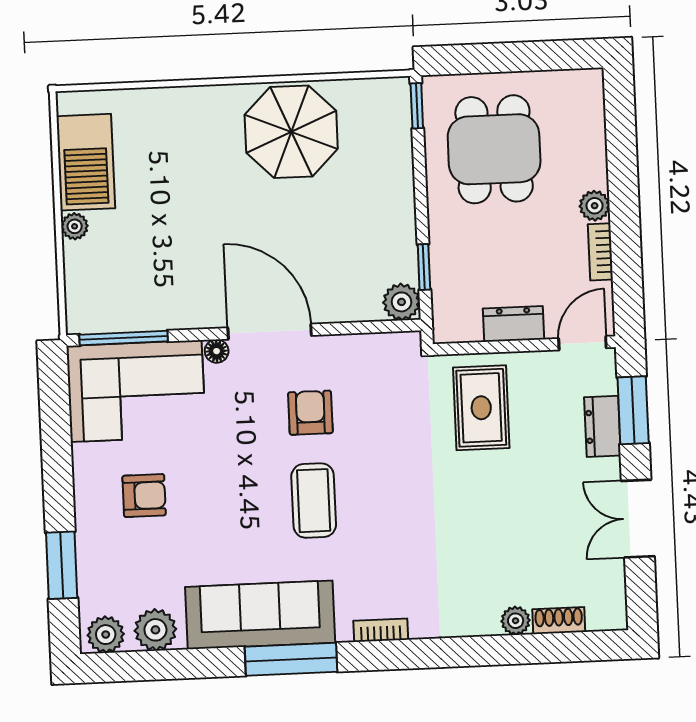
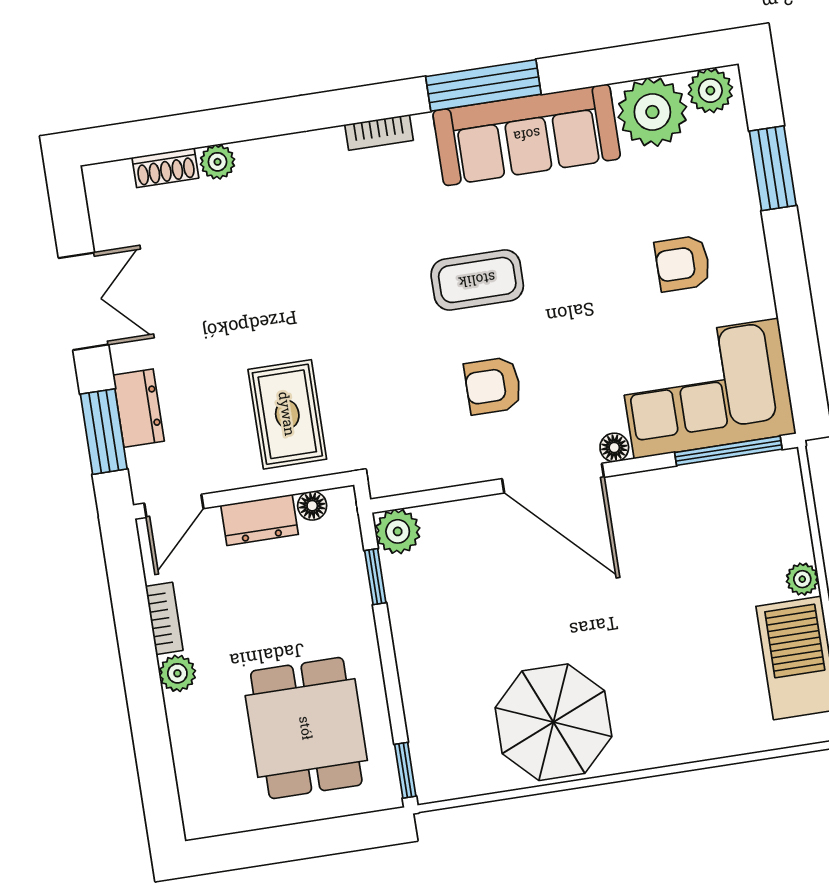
floor lamp: (469, 331) -> (312, 506), added
armchair: (310, 413) -> (493, 386), turned 90
coffee table: (314, 501) -> (477, 280), turned 90
plant: (155, 630) -> (652, 112), width x1.36, depth x1.36

